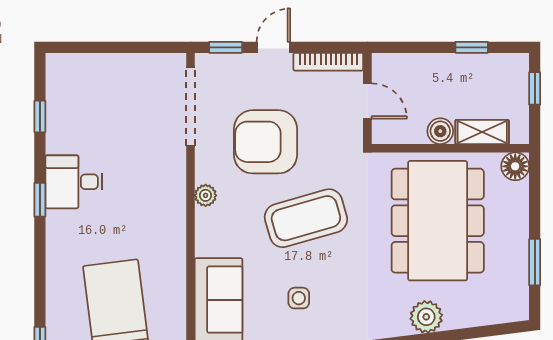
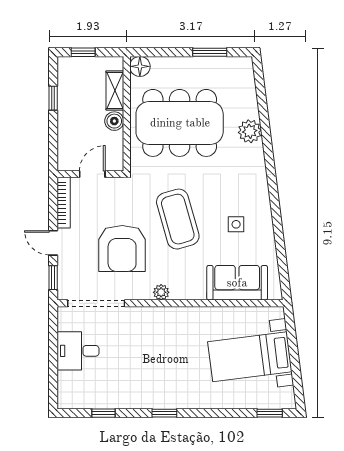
desk: (74, 182) -> (78, 351), moved, turned 90

